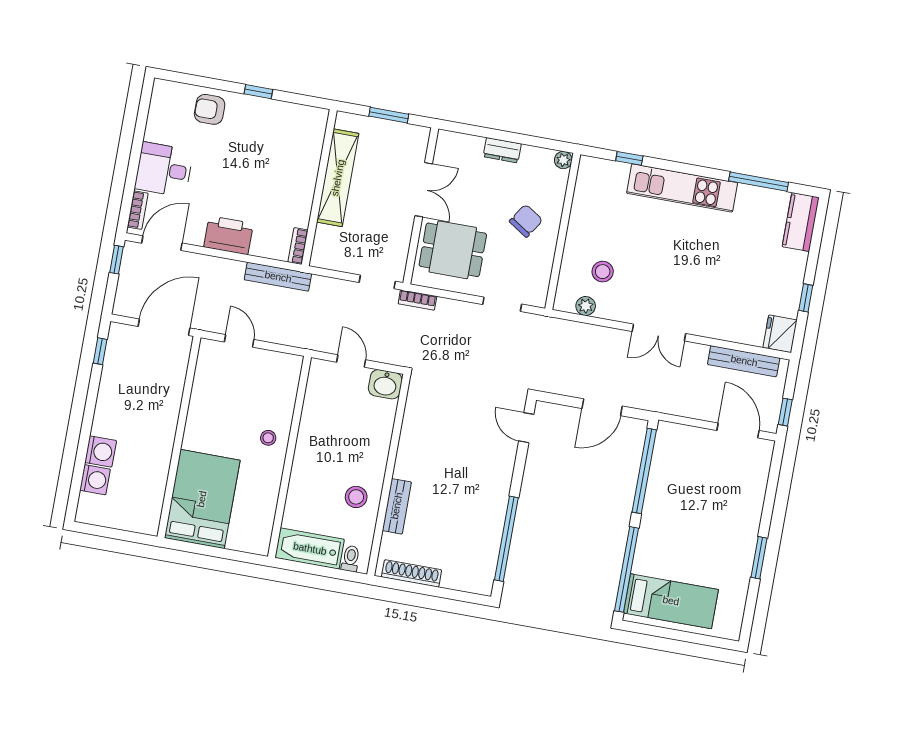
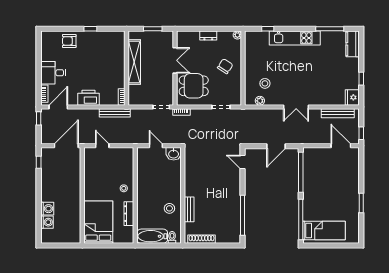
dresser: (269, 492) -> (129, 214), added

